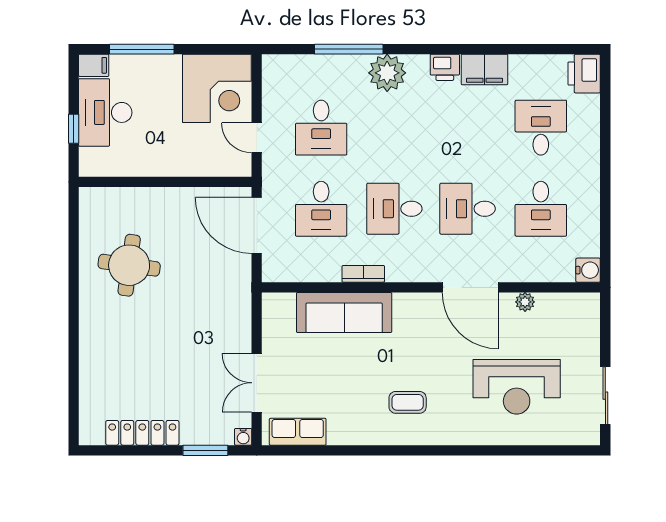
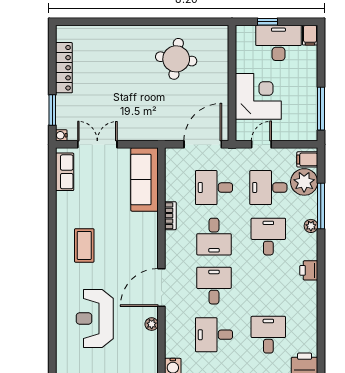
window: (142, 49) -> (321, 109), moved
filing cabinet: (485, 69) -> (307, 159), moved, width x0.50
plant: (387, 73) -> (311, 226), width x0.53, depth x0.53
plant: (313, 74) -> (304, 182), added
corner desk: (217, 88) -> (258, 96), moved, turned 180
desk: (394, 128) -> (268, 237), added
desk: (541, 128) -> (268, 335), turned -90
desk: (394, 209) -> (214, 237), turned 180
sofa: (344, 312) -> (144, 179), moved
coffee table: (408, 402) -> (84, 245), width x1.36, depth x1.30

